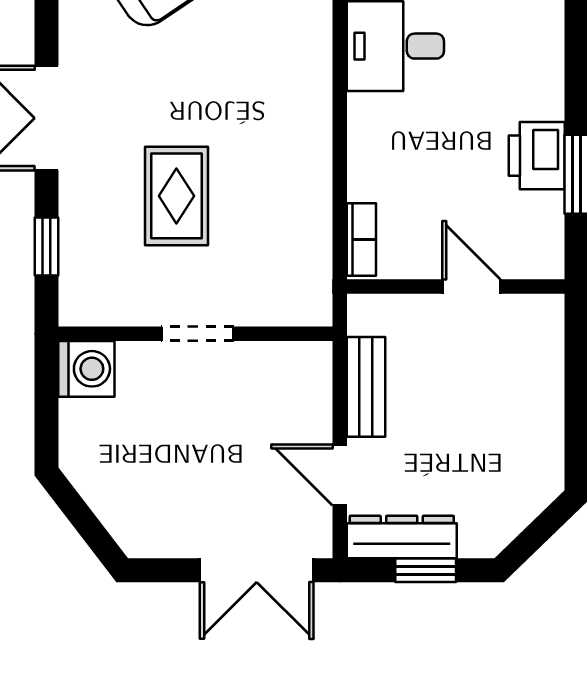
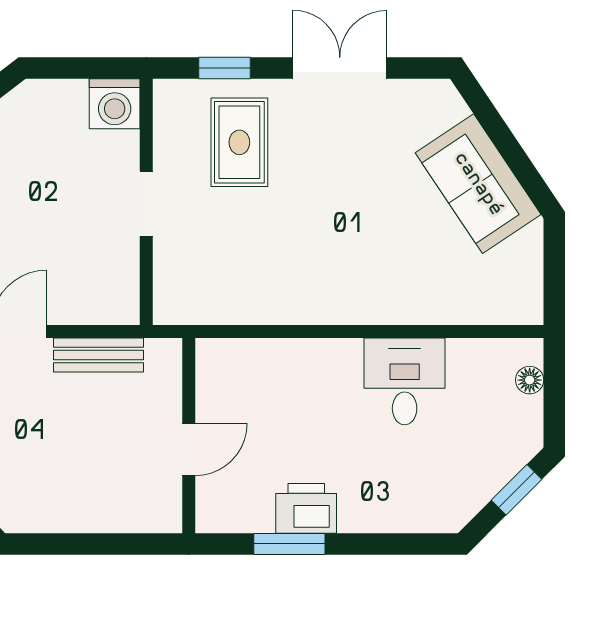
rug: (176, 196) -> (239, 142), moved, turned 90
bookcase: (361, 240) -> (231, 351), removed

